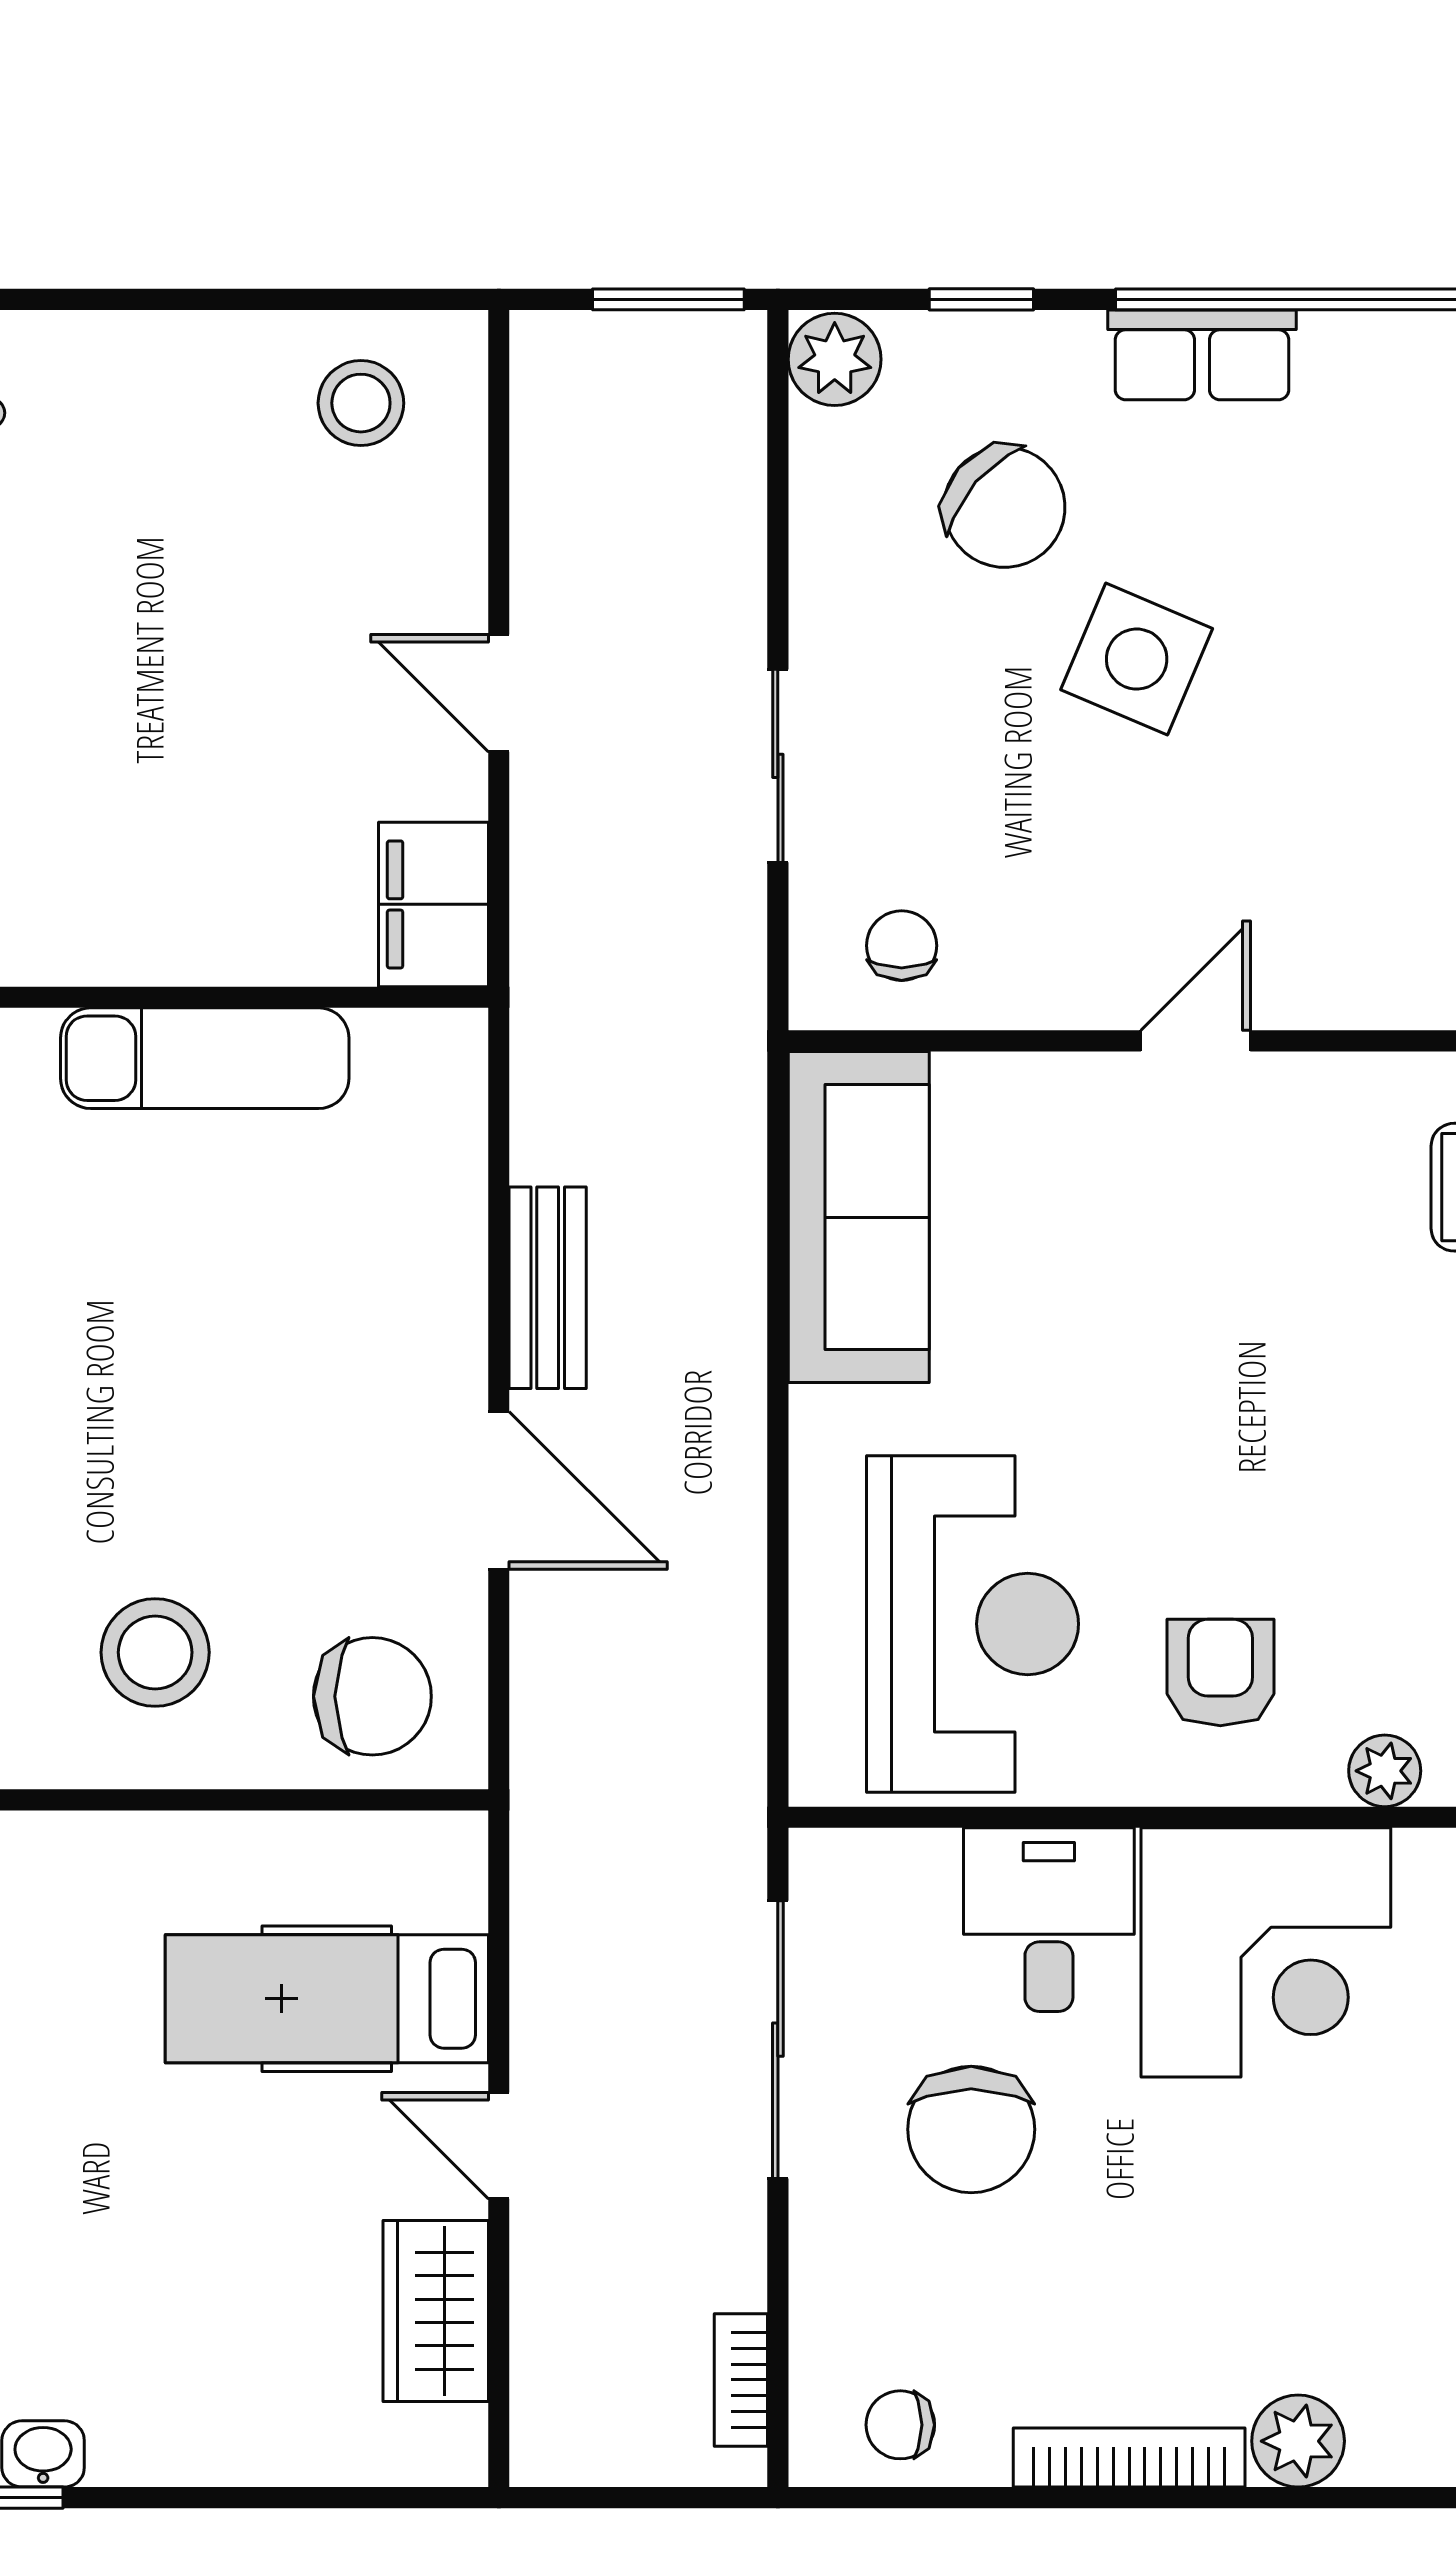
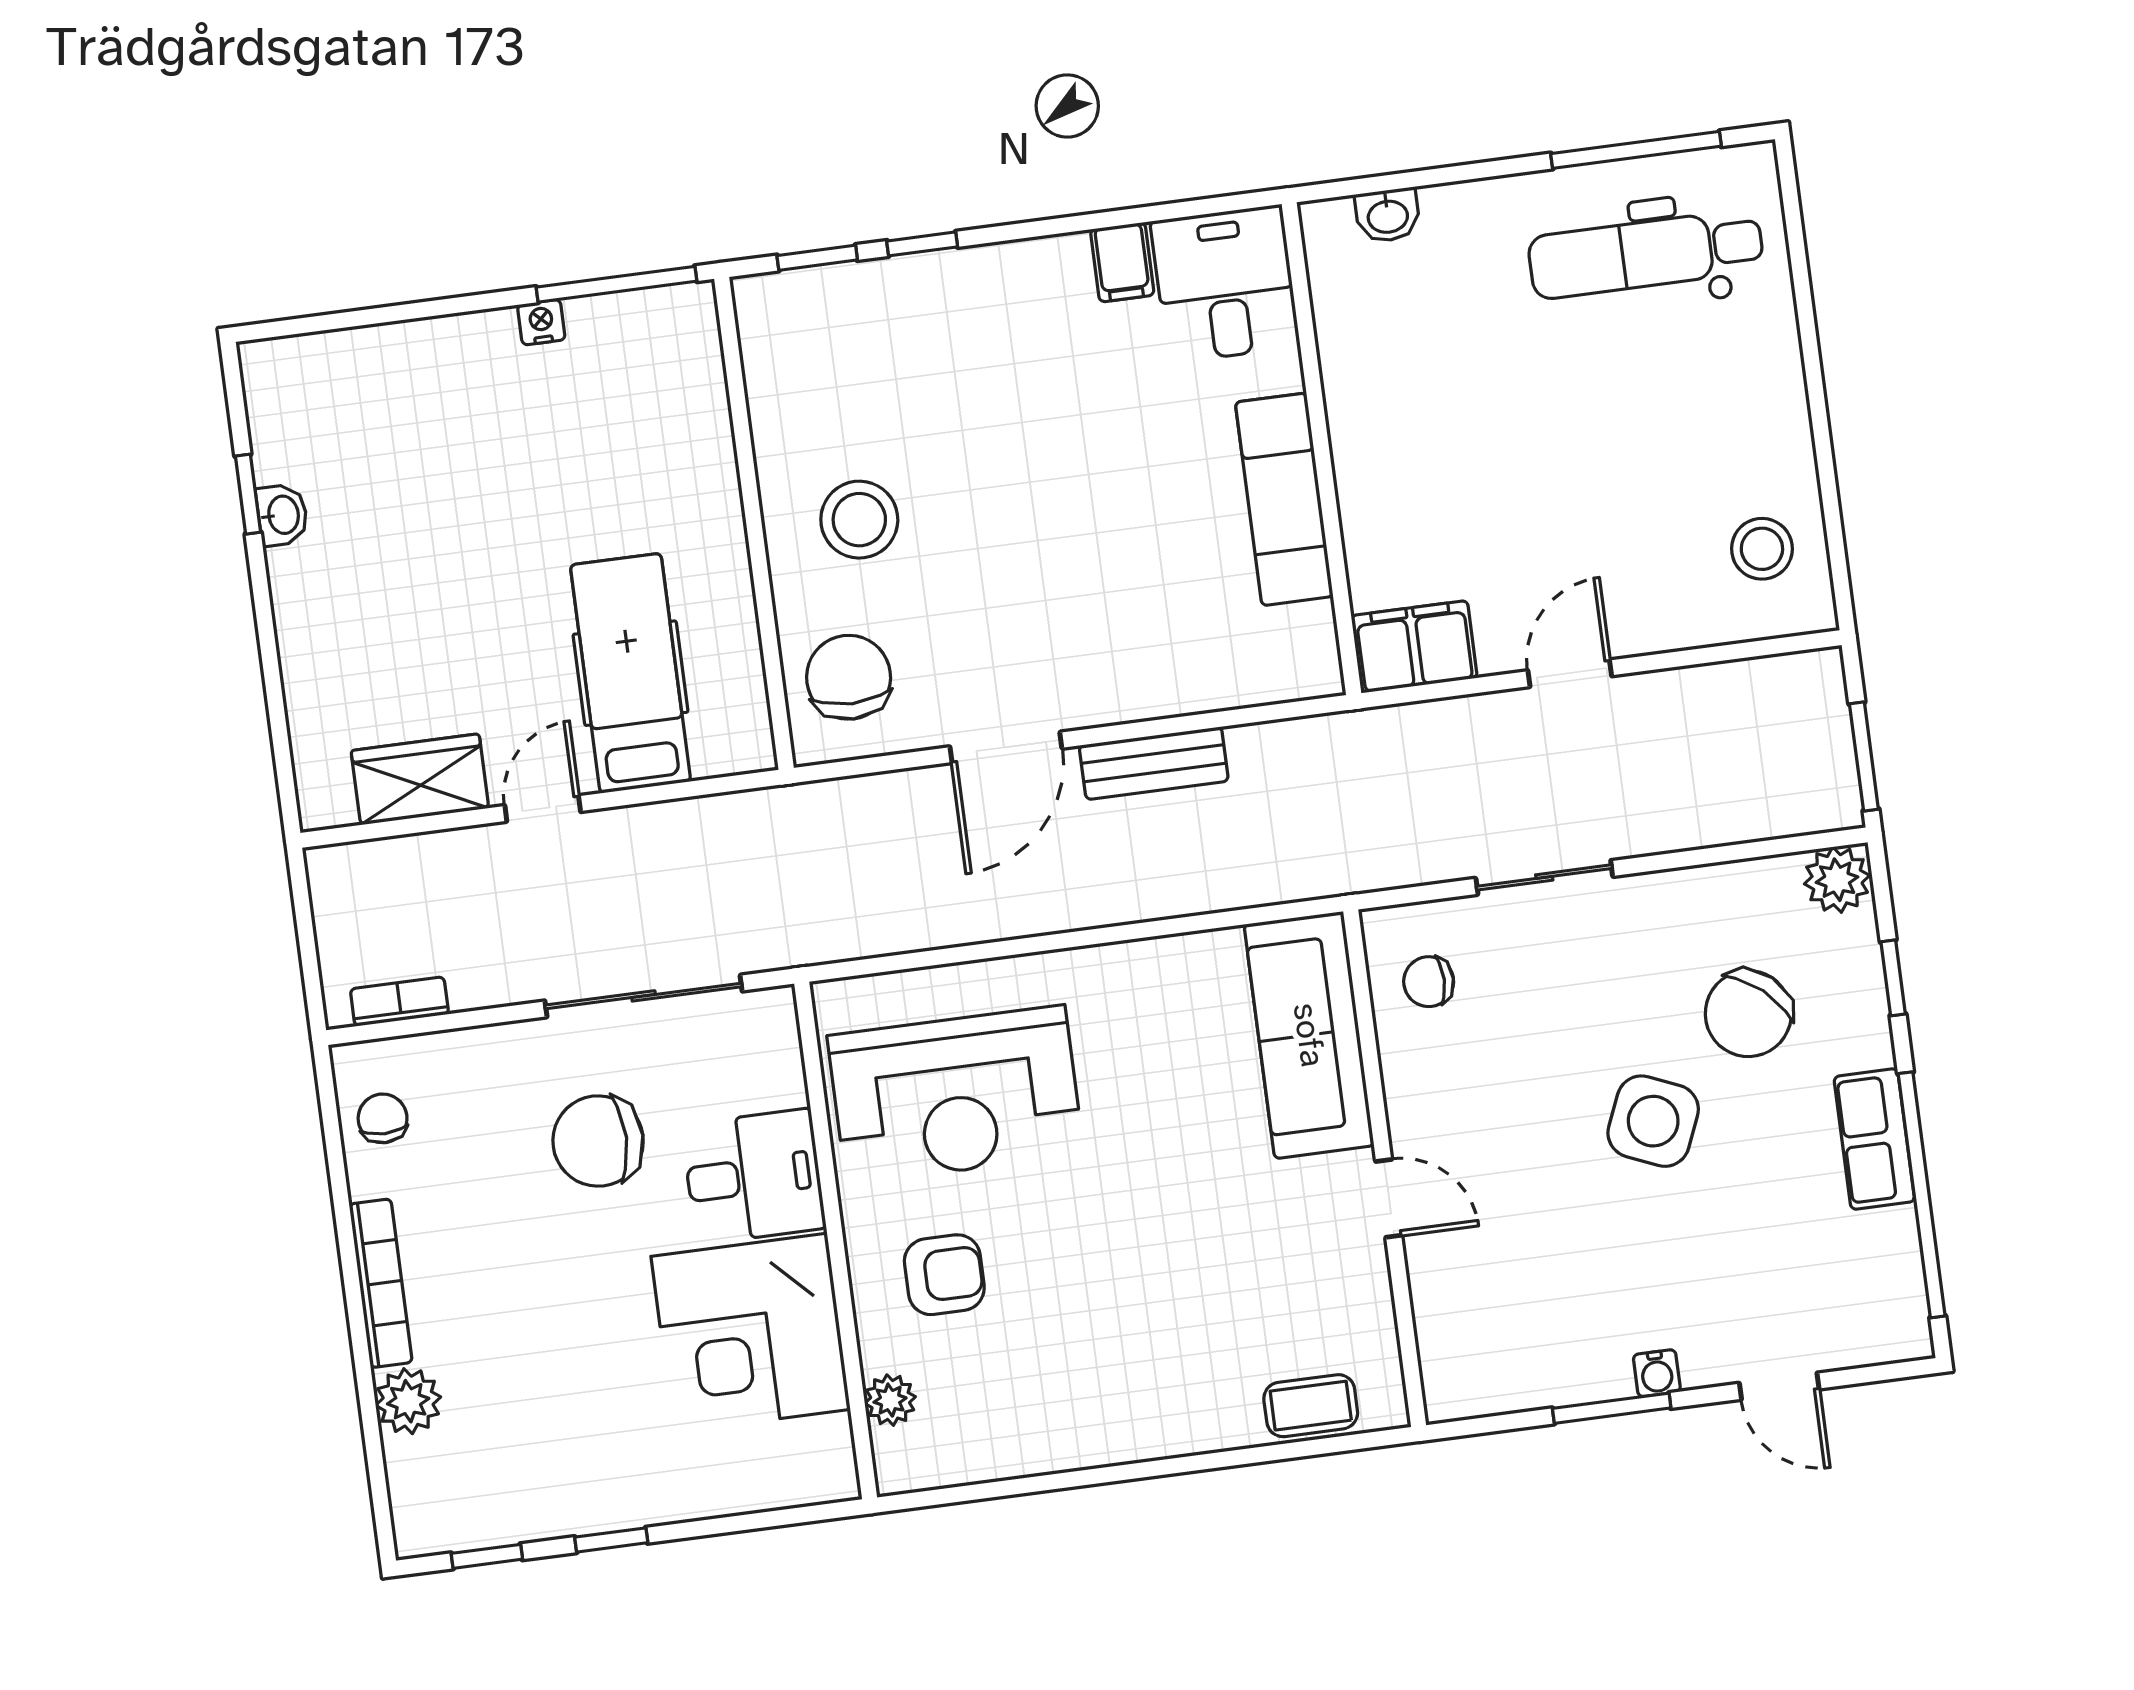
chair: (902, 946) -> (1429, 982), turned 180
sofa: (859, 1217) -> (1309, 1035), moved, turned 90
chair: (372, 1696) -> (849, 677), turned 180

